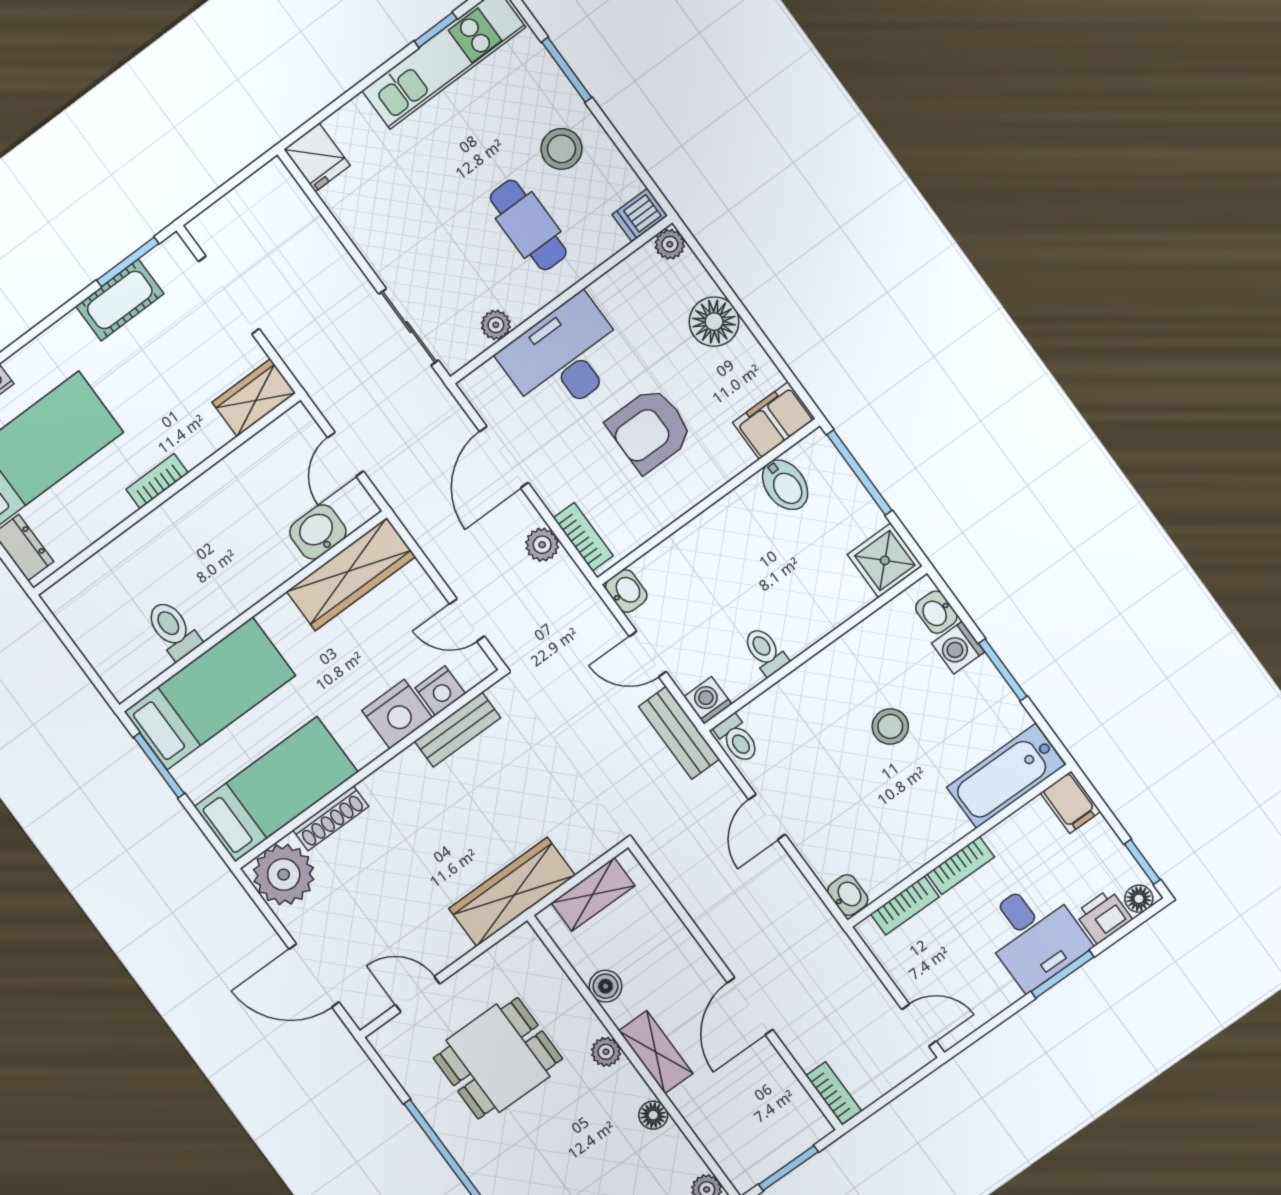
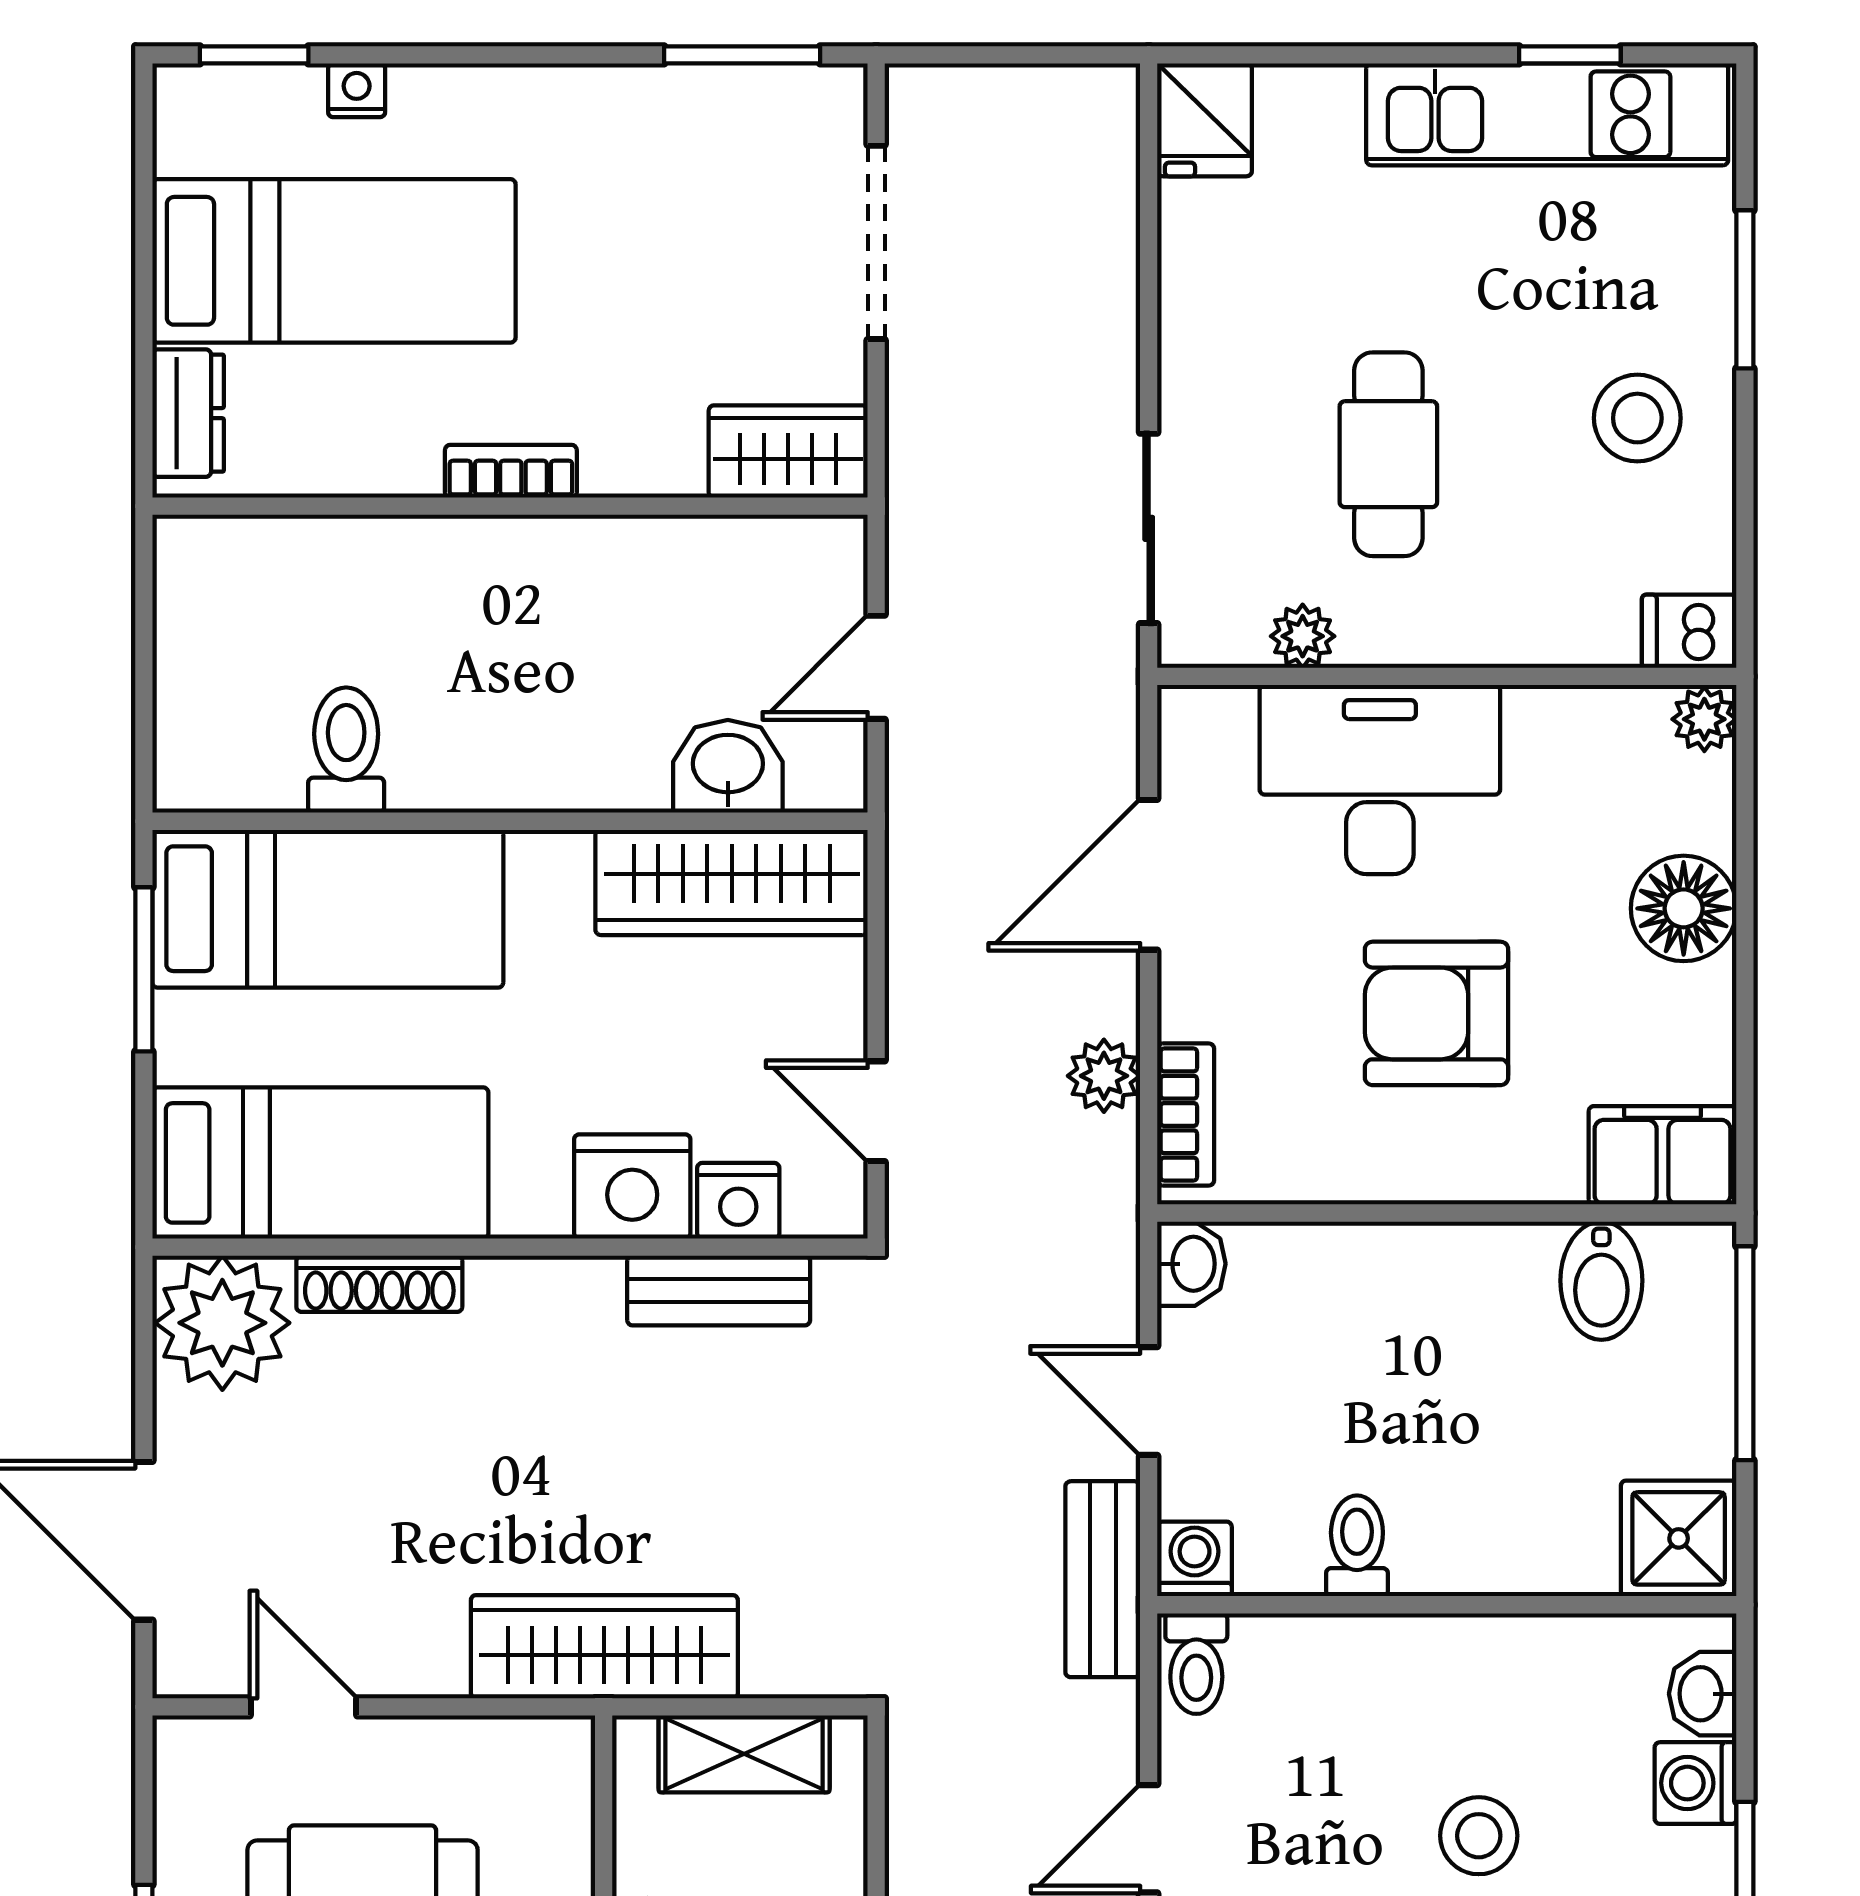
cafe table: (528, 225) -> (1388, 454), moved
cot: (120, 300) -> (679, 110), removed

